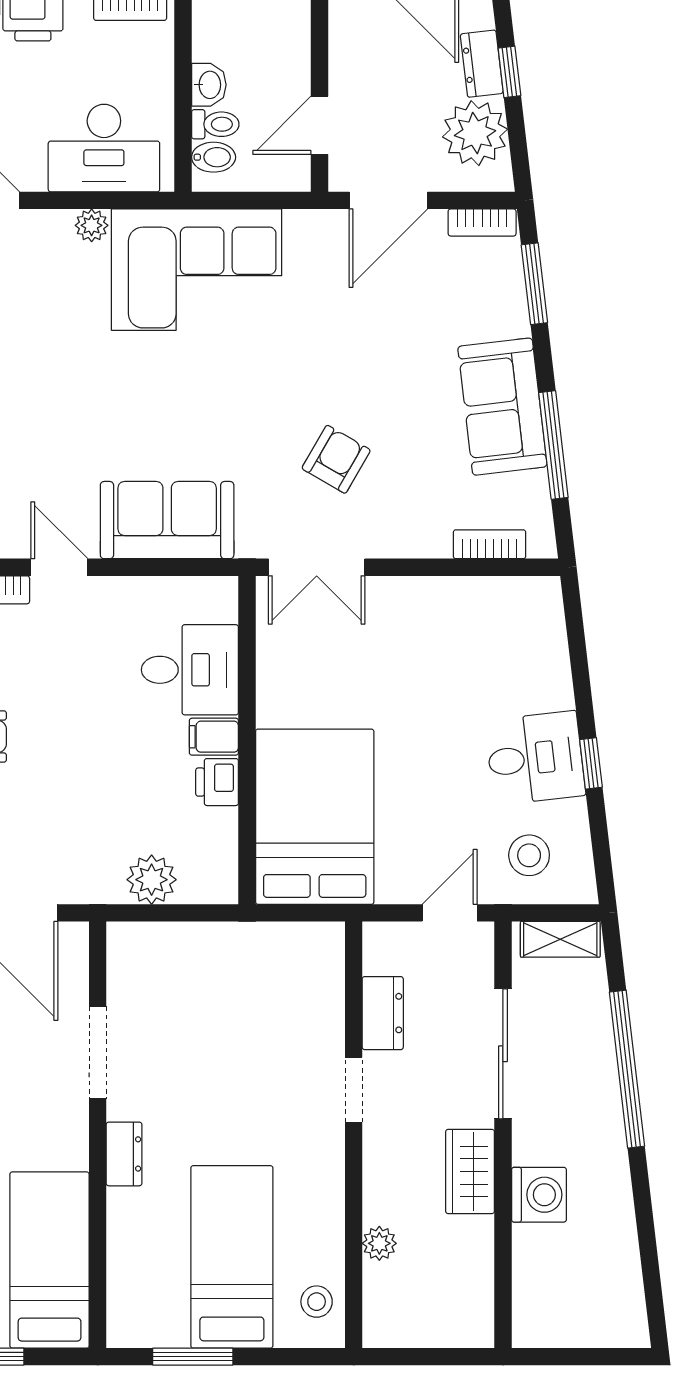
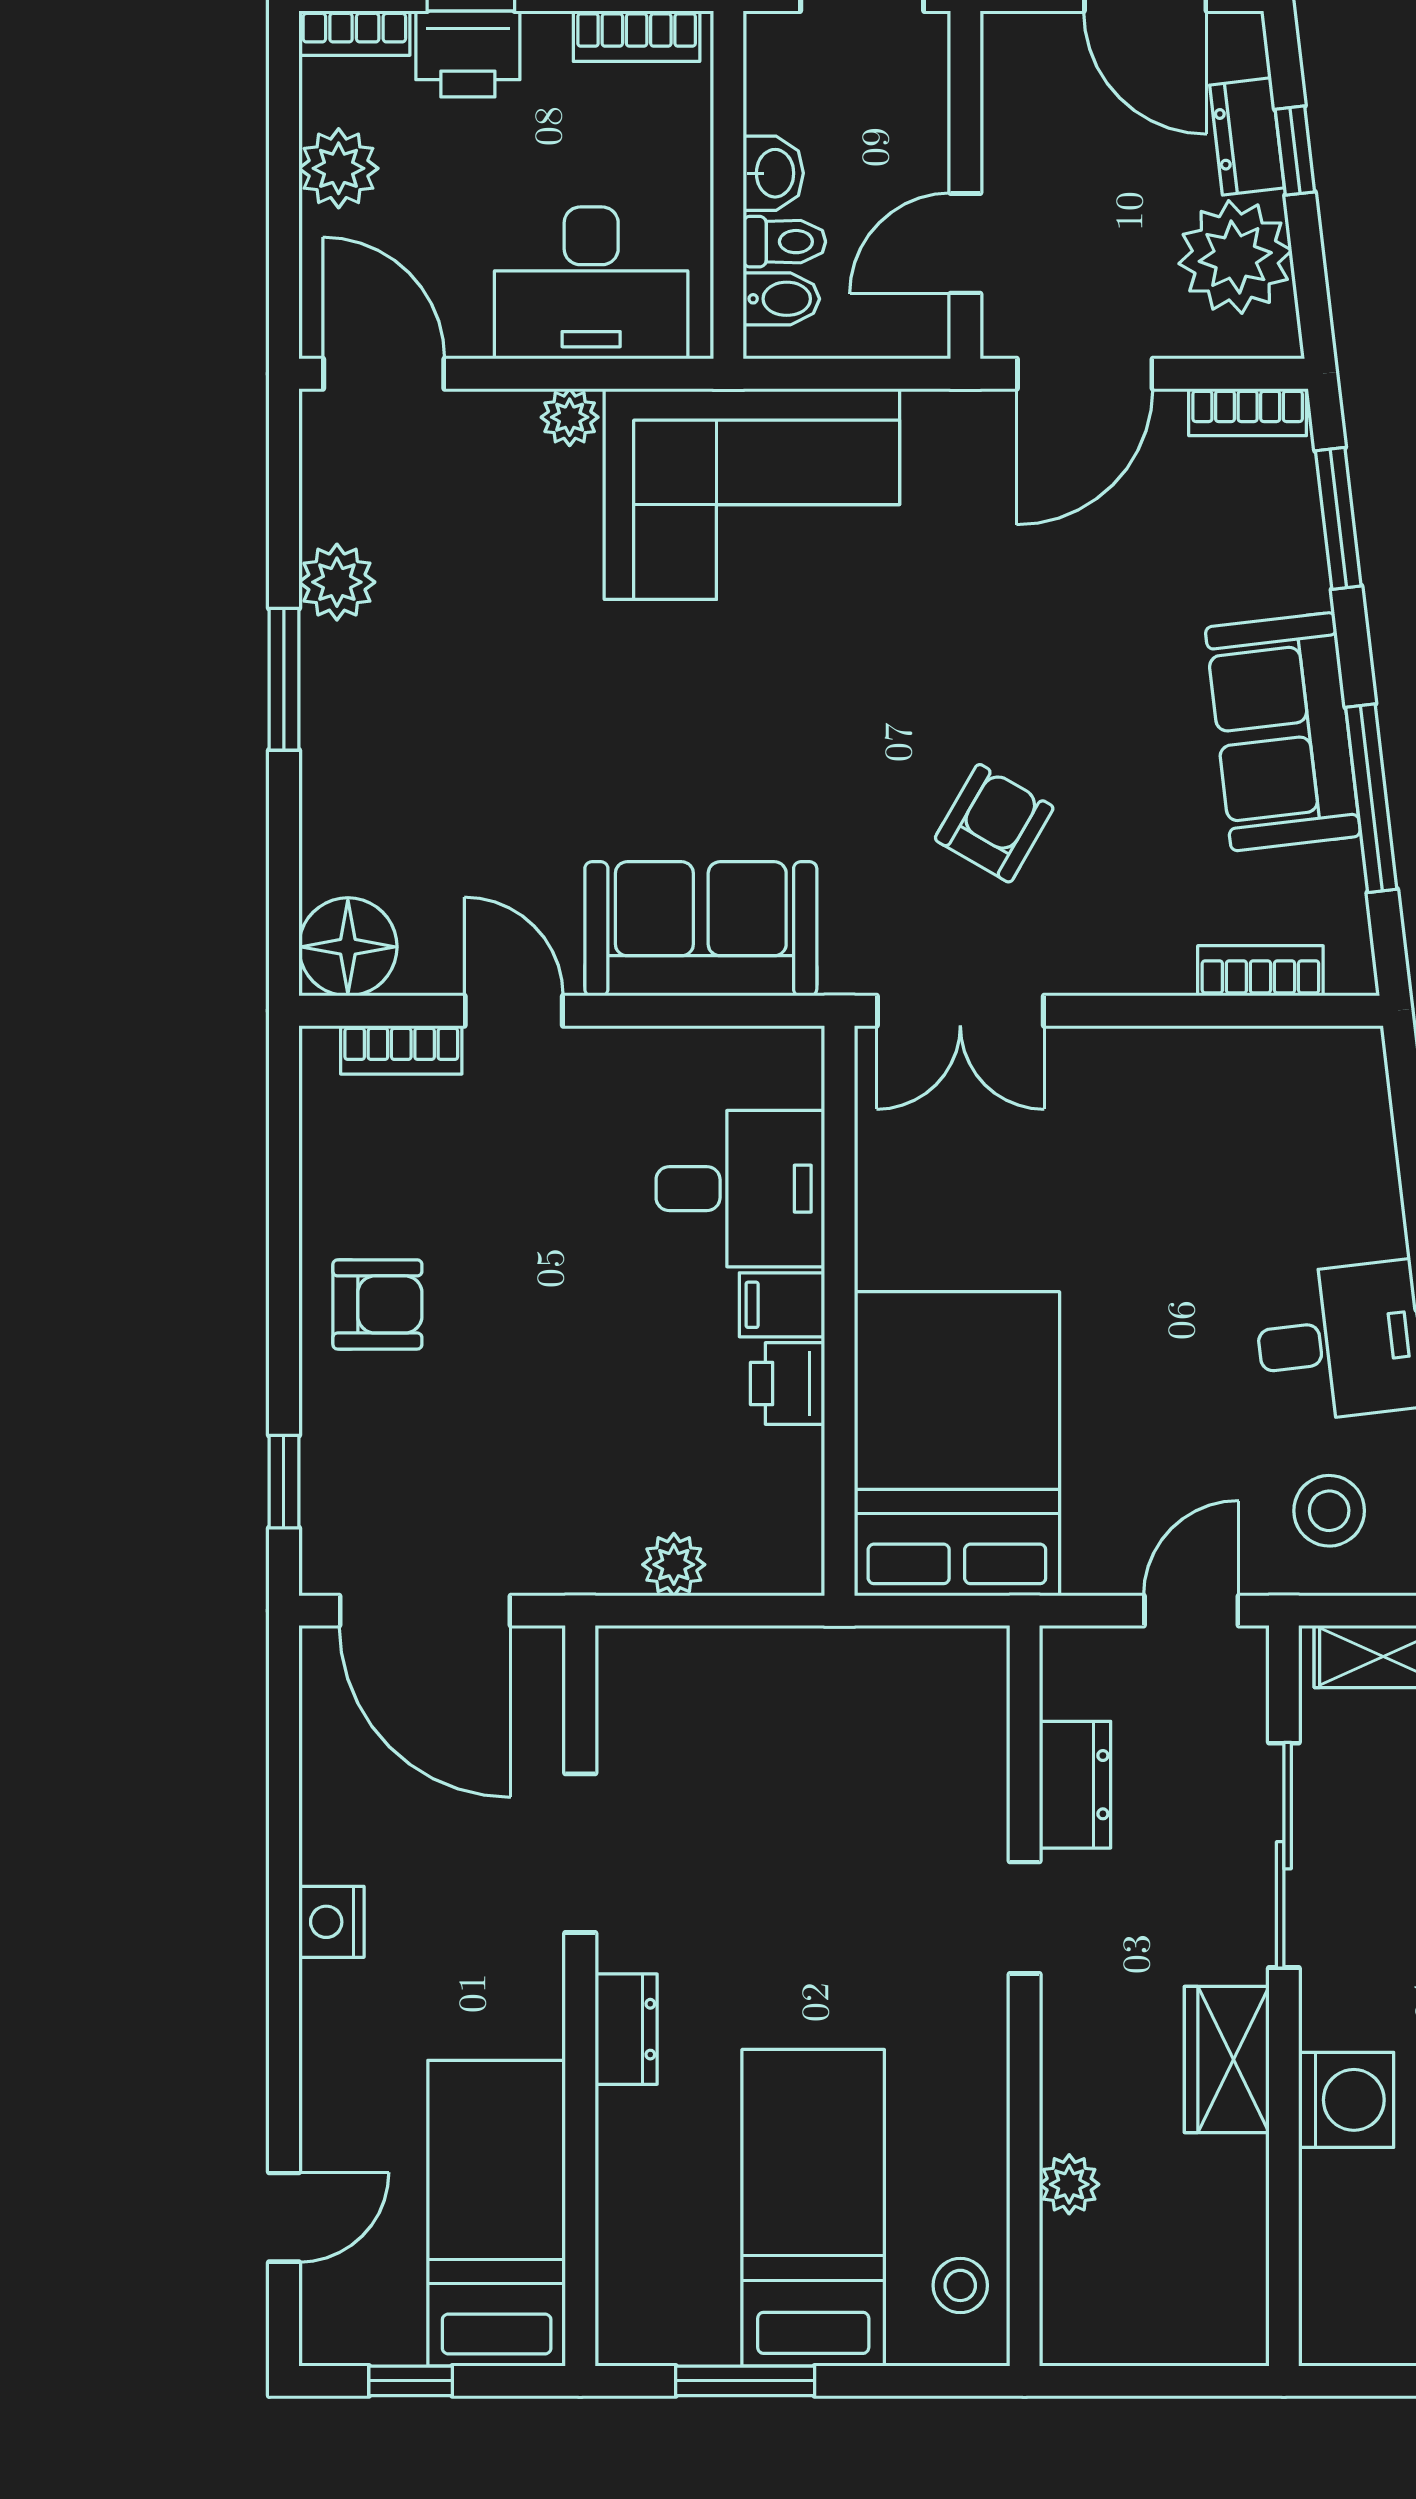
plant: (152, 880) -> (674, 1565), width x0.73, depth x0.73

